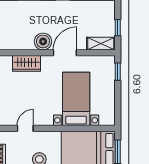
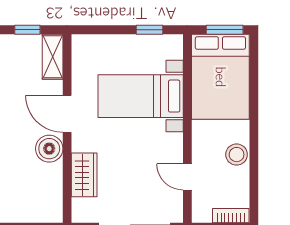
window: (118, 72) -> (150, 30), moved

